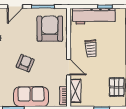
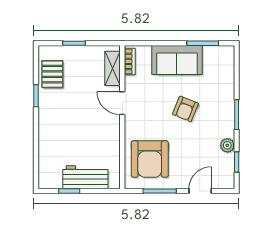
workbench: (94, 16) -> (85, 177), width x0.73
trolley: (91, 48) -> (90, 130), removed

